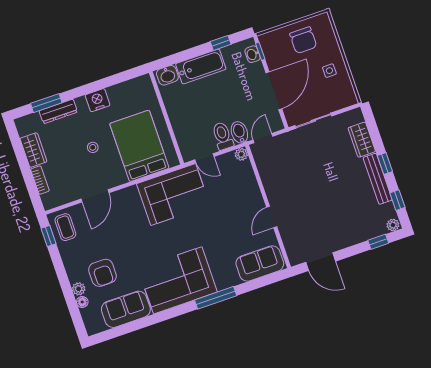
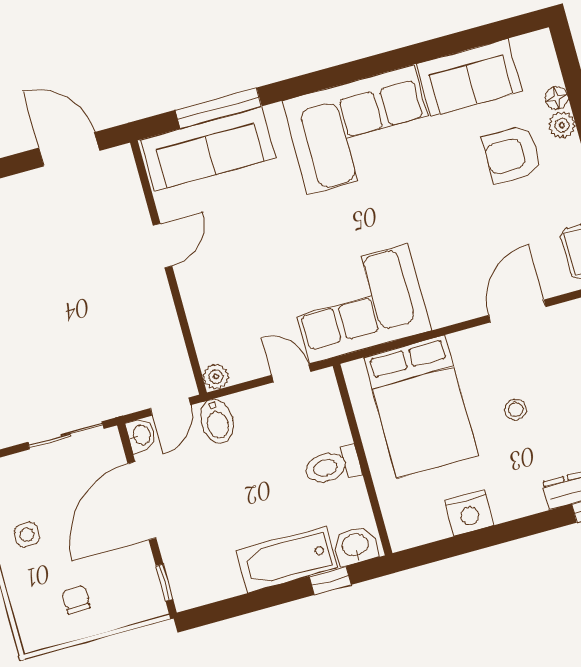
chair: (303, 40) -> (76, 600), width x0.54, depth x0.54
window: (221, 43) -> (330, 581), moved
washbasin: (253, 54) -> (141, 435), moved
nightstand: (98, 100) -> (469, 513), moved
toilet: (223, 136) -> (332, 466), moved, turned 90
sofa: (260, 264) -> (208, 149), width x1.36
armchair: (102, 273) -> (512, 154), turned -90
window: (216, 298) -> (218, 108), moved

